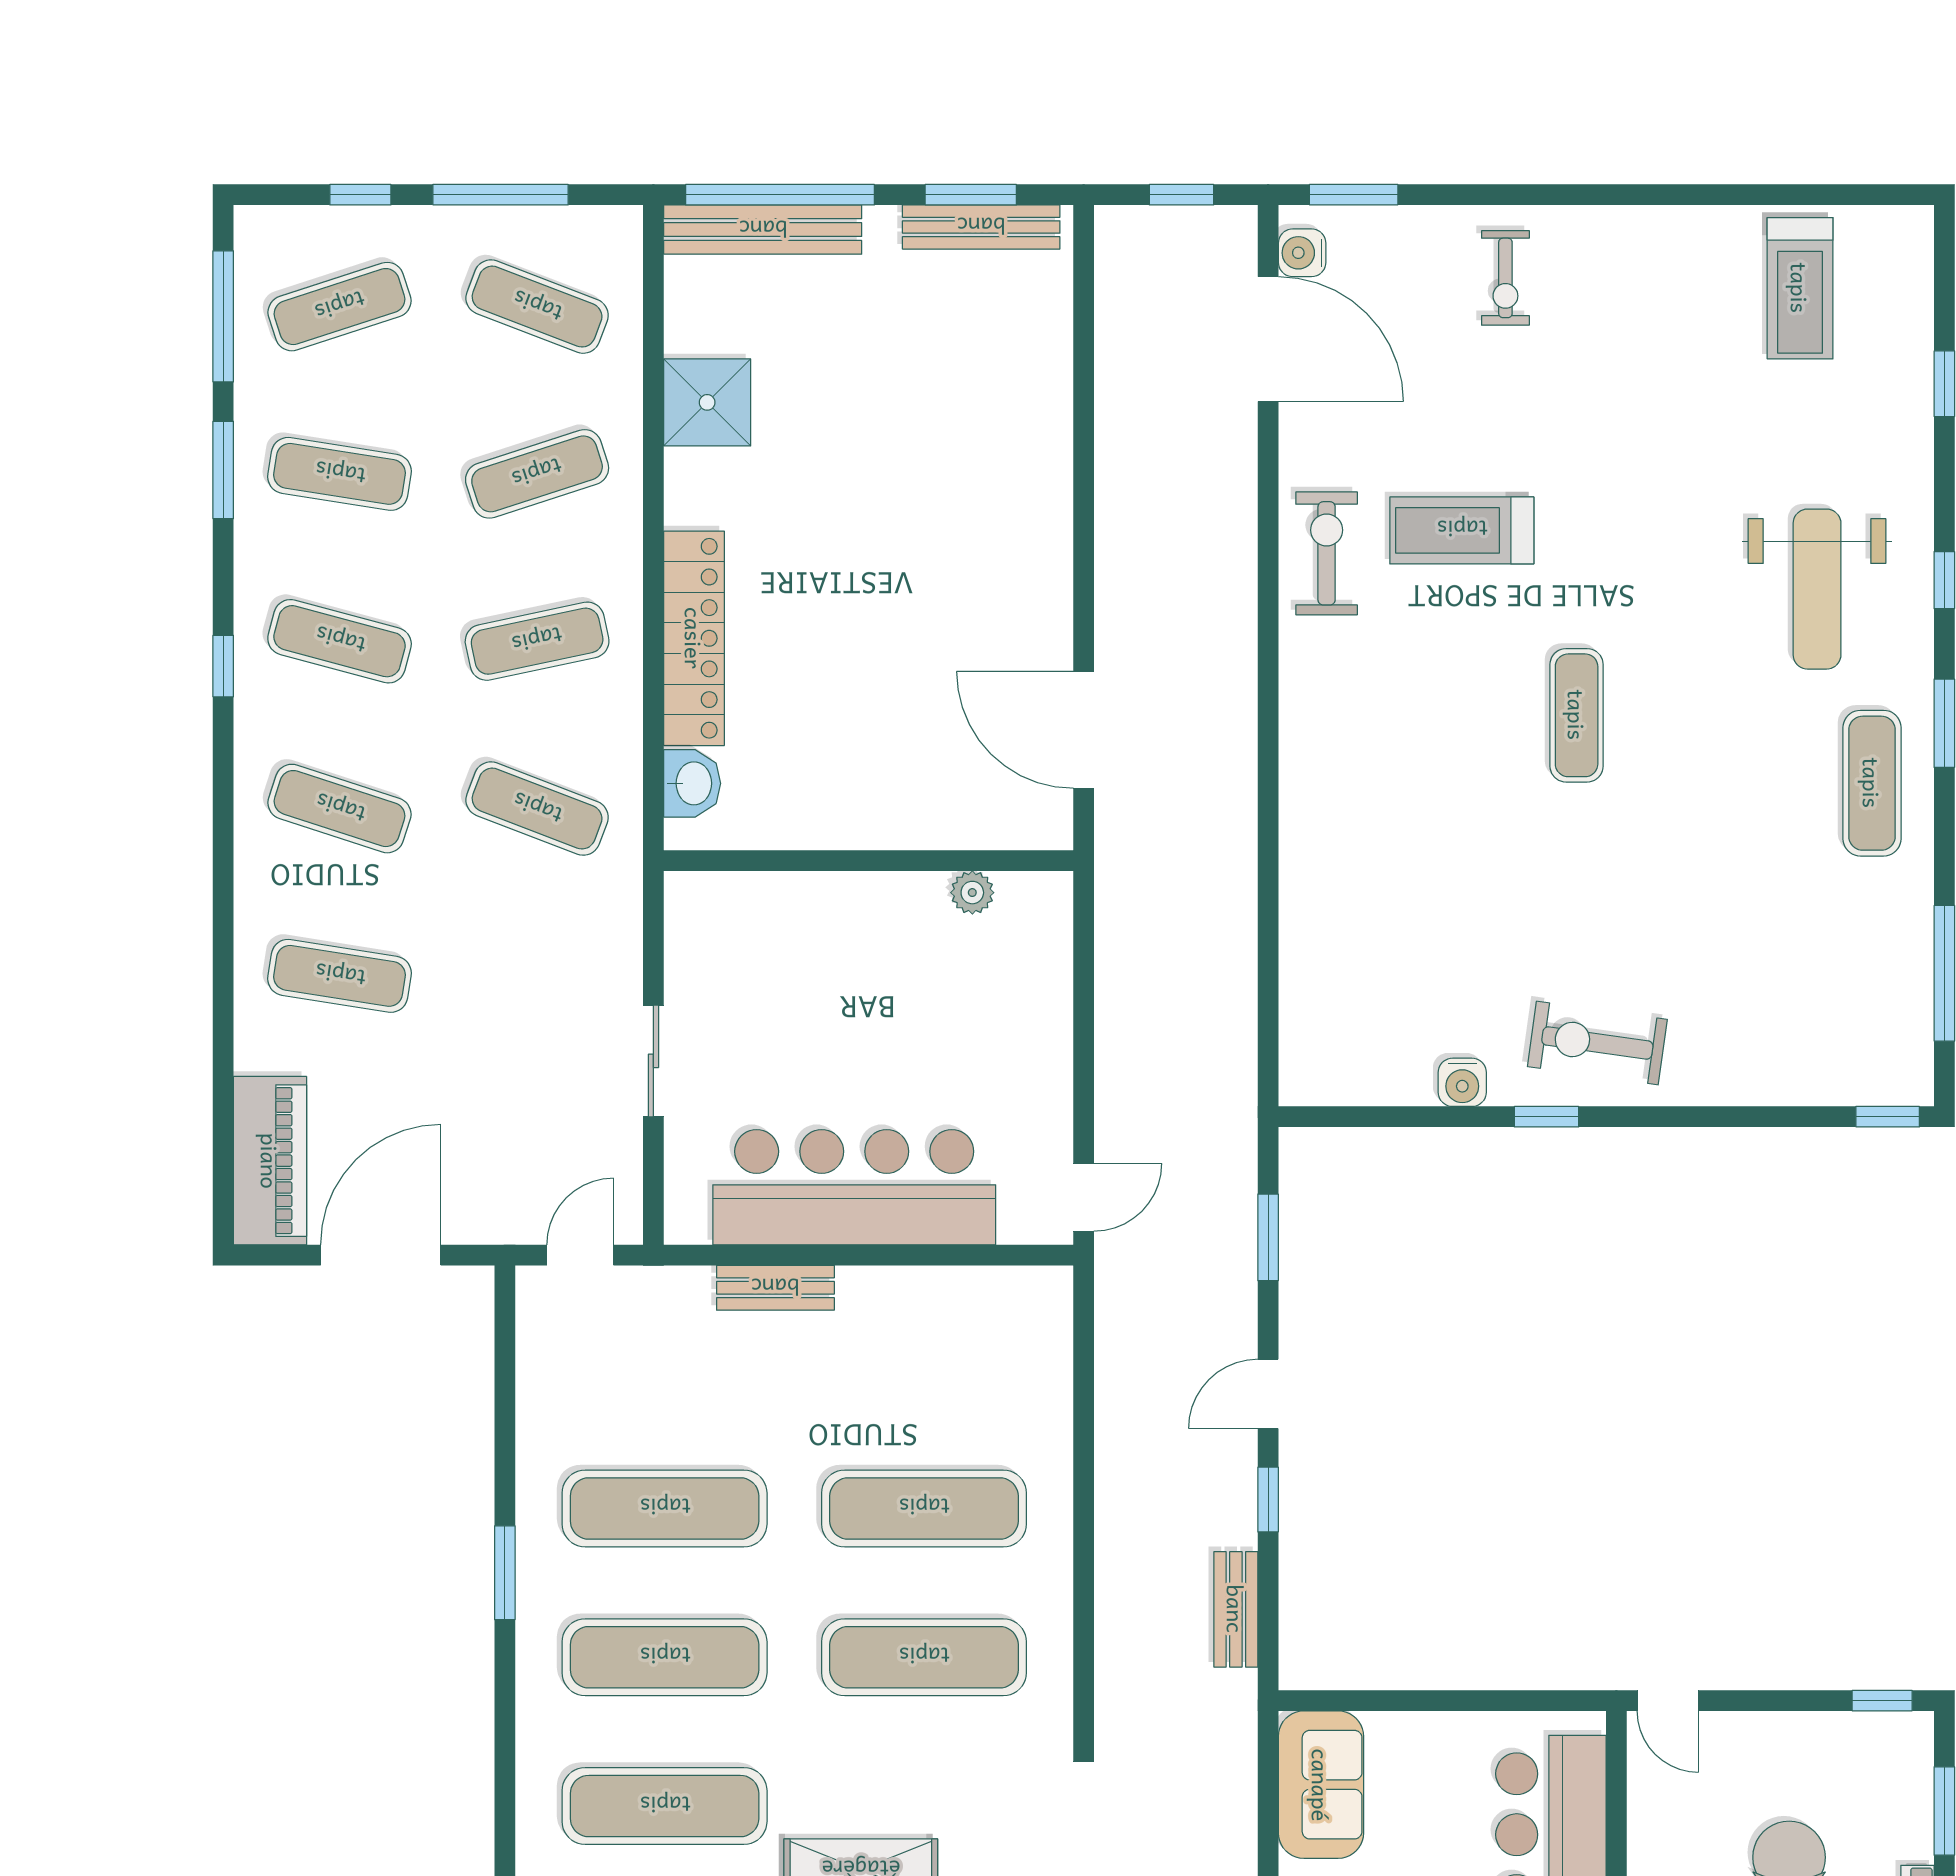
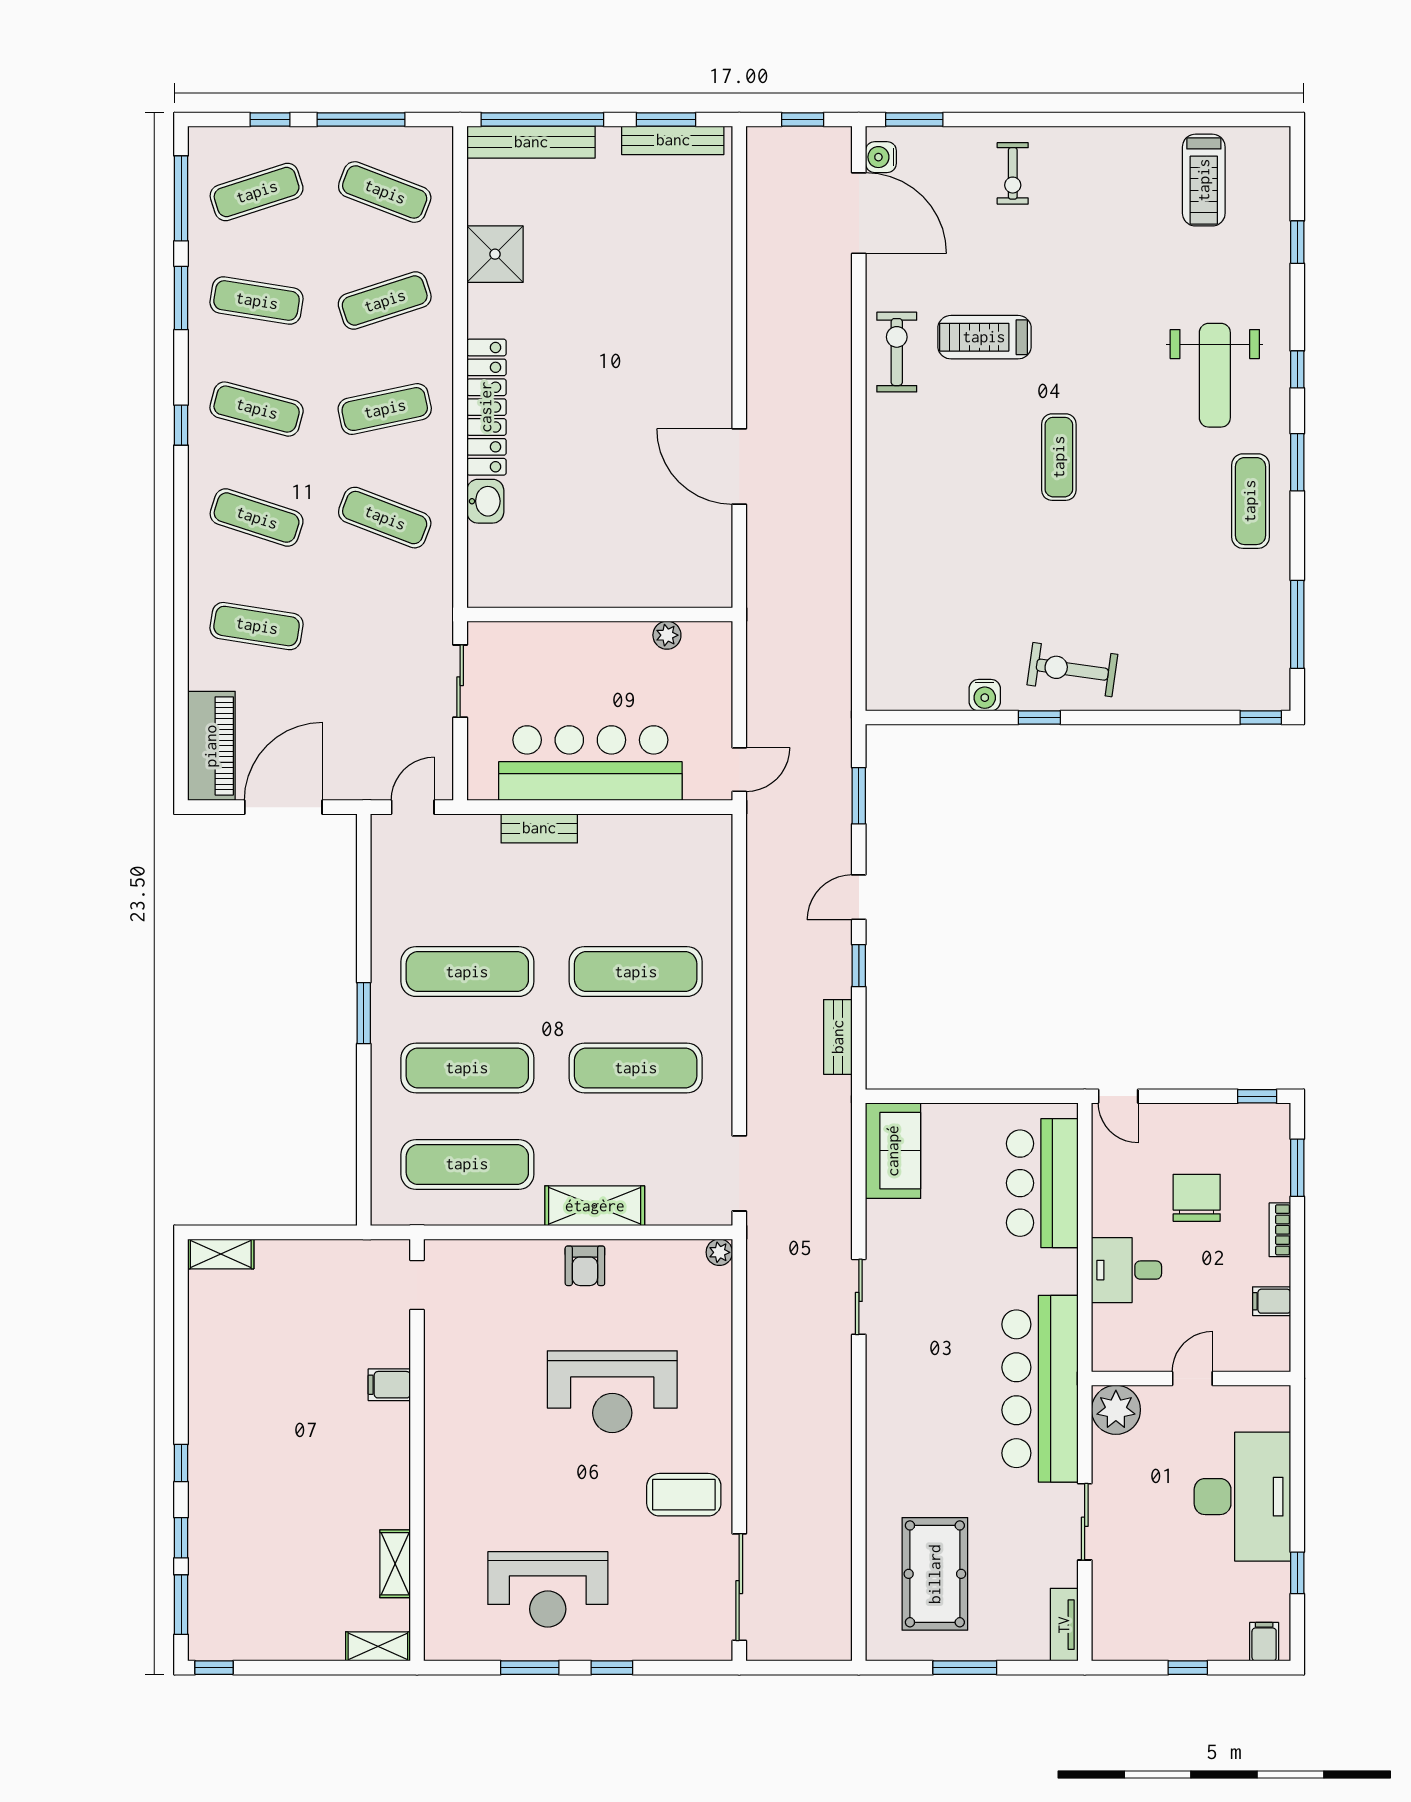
wall: (869, 861) -> (600, 614), moved
plant: (972, 893) -> (667, 635), moved

